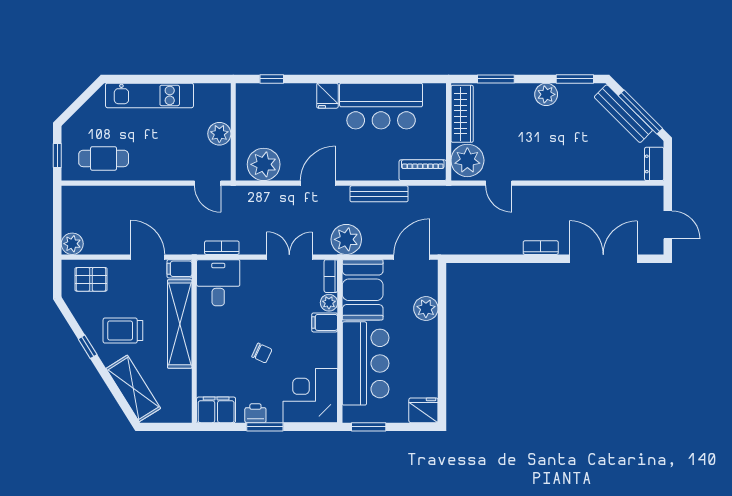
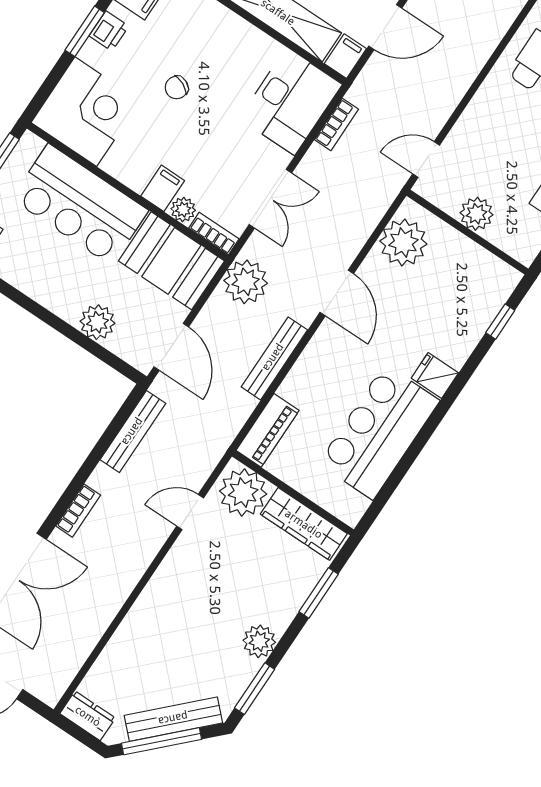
bench: (475, 247) -> (133, 432), added
desk: (218, 283) -> (291, 101), width x1.37

